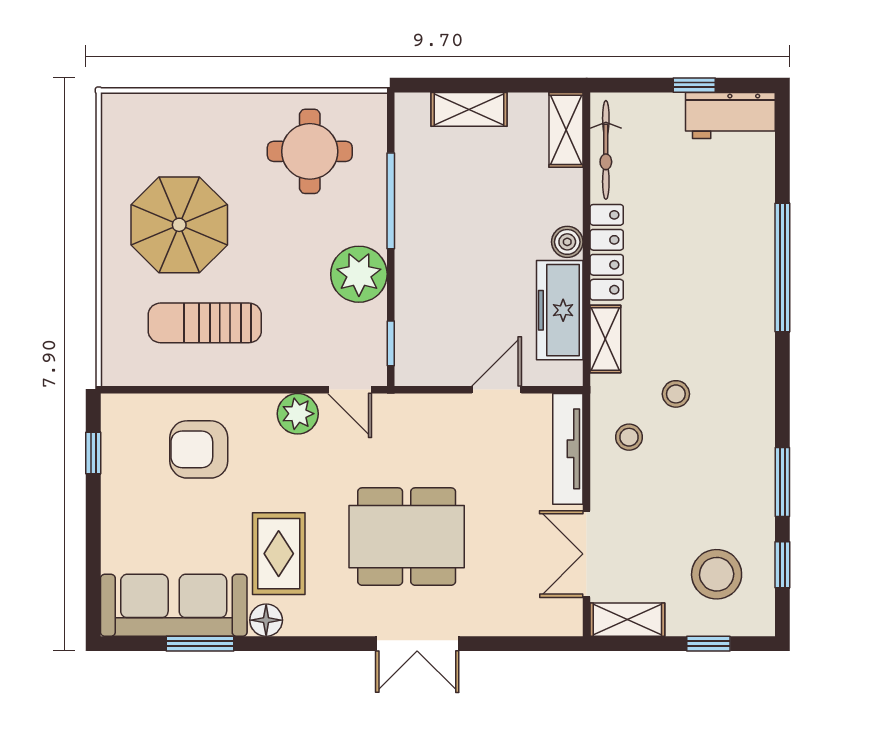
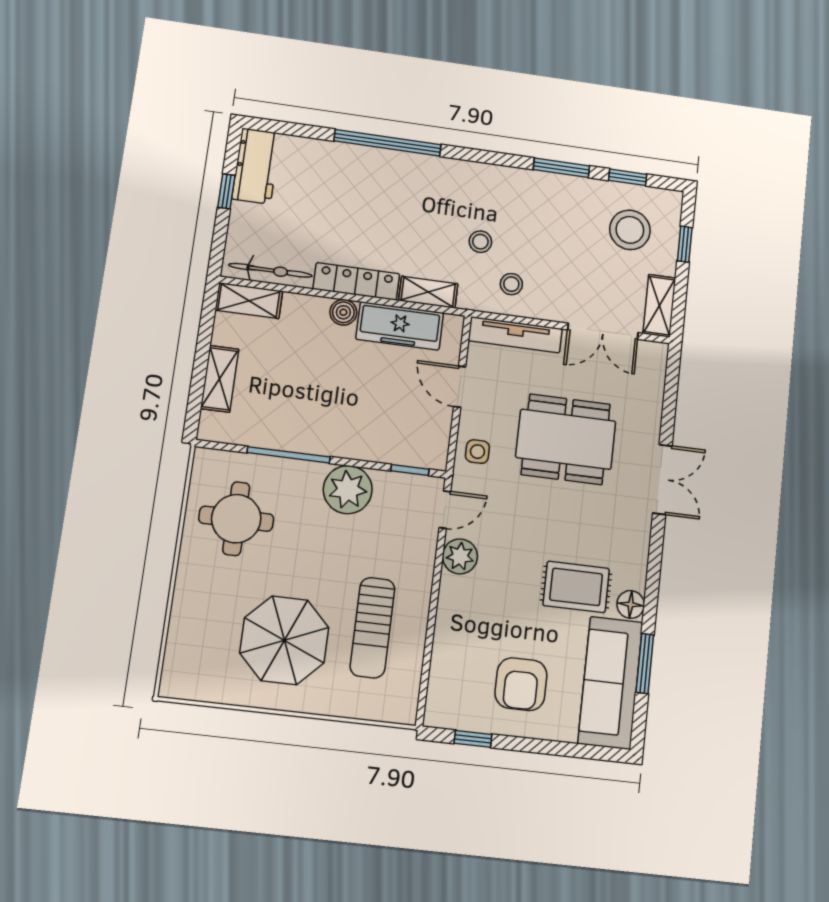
side table: (422, 420) -> (477, 452), added
armchair: (199, 449) -> (521, 684), moved
dining table: (407, 537) -> (566, 439), moved, turned 90

